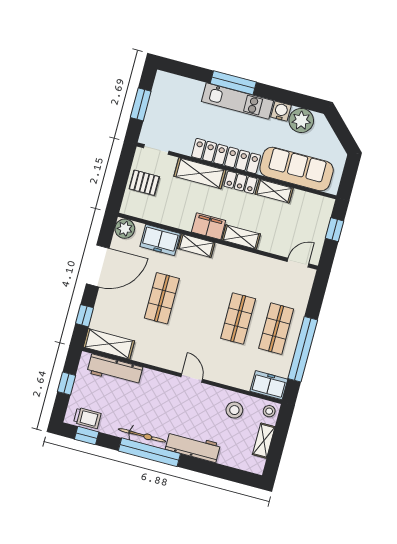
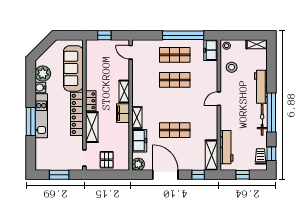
shelving: (274, 191) -> (91, 79), removed
shelving: (264, 441) -> (257, 44), moved

